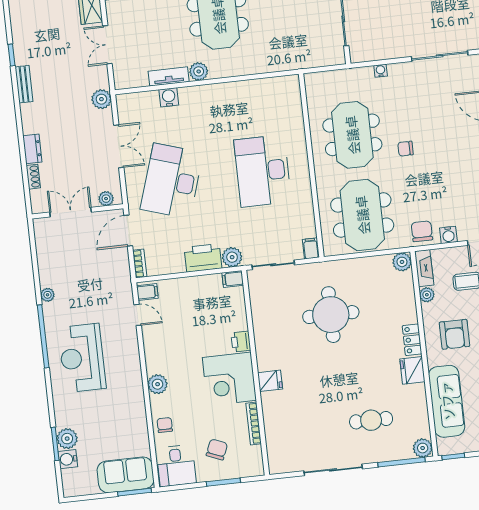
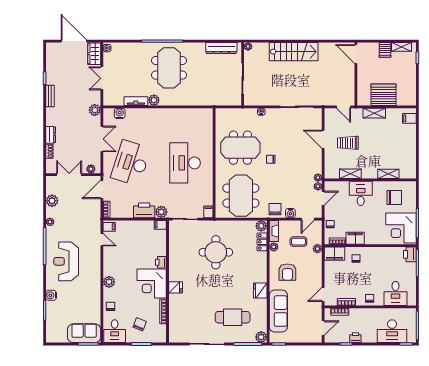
water cooler: (169, 97) -> (120, 113), moved
meeting table: (352, 135) -> (240, 148), turned 90
locker: (412, 340) -> (262, 242), moved
cafe table: (371, 420) -> (233, 317), width x1.37, depth x1.35
plant: (67, 439) -> (52, 201), moved
water cooler: (68, 459) -> (51, 295), moved

